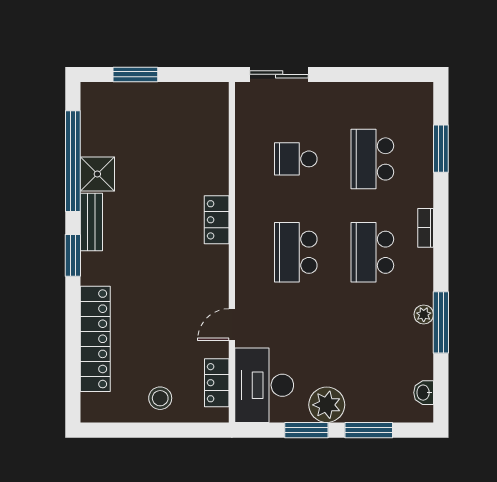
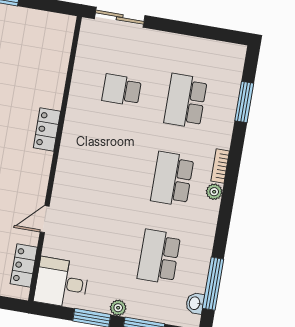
school desk: (296, 252) -> (159, 257), moved
plant: (424, 314) -> (214, 192), moved
window: (441, 322) -> (213, 284), moved
desk: (264, 385) -> (62, 283), width x0.73
plant: (327, 405) -> (118, 308), width x0.53, depth x0.53

